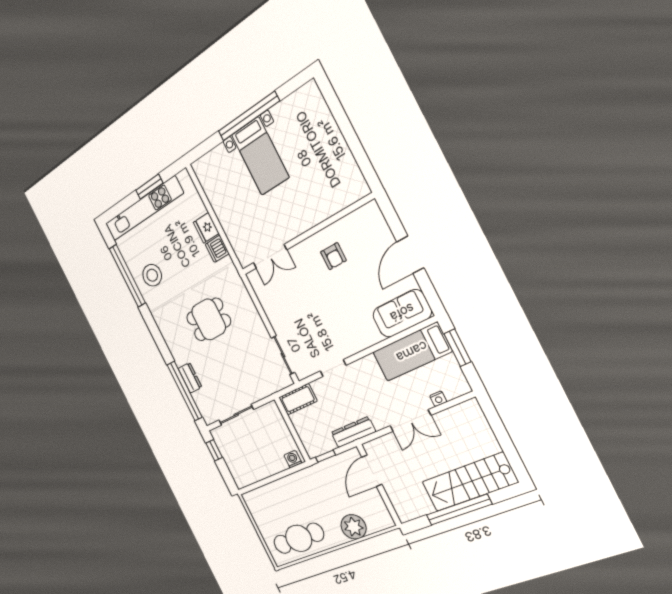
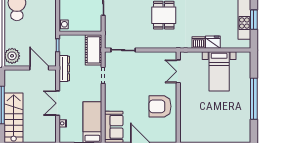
bed with nightstands: (260, 156) -> (219, 71), moved, turned -90
armchair: (333, 256) -> (160, 106), width x1.88, depth x1.88
cot: (298, 399) -> (93, 50), width x1.37, depth x1.34
plant: (354, 527) -> (12, 56), moved

